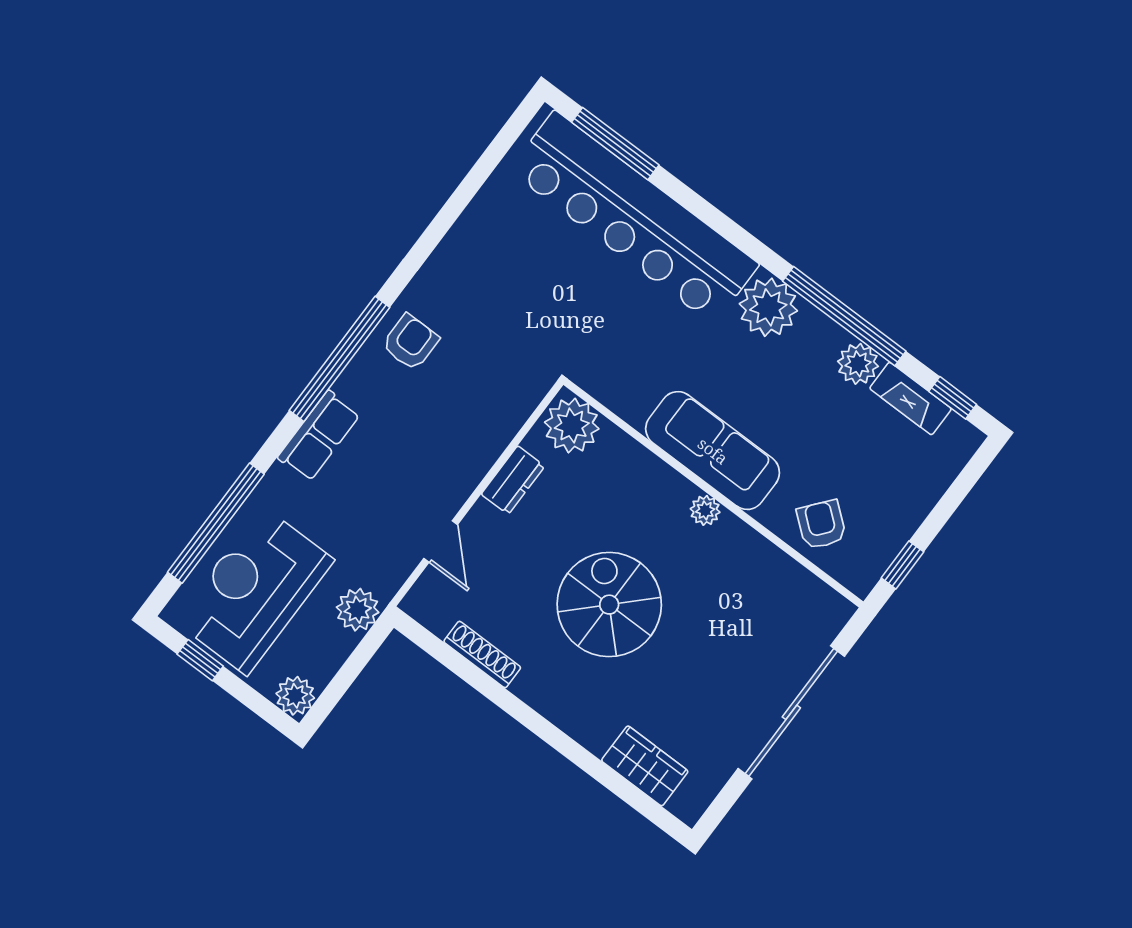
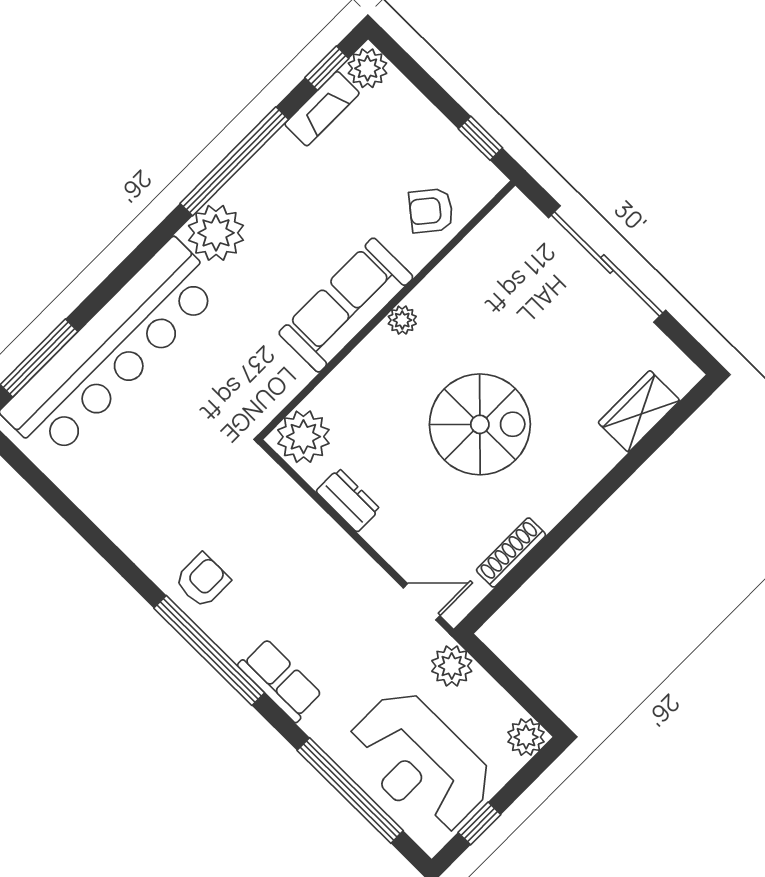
armchair: (410, 342) -> (202, 580), turned 90
plant: (858, 364) -> (367, 68), moved
door: (441, 541) -> (422, 602), moved
spiral stairs: (609, 605) -> (480, 424), turned 180

